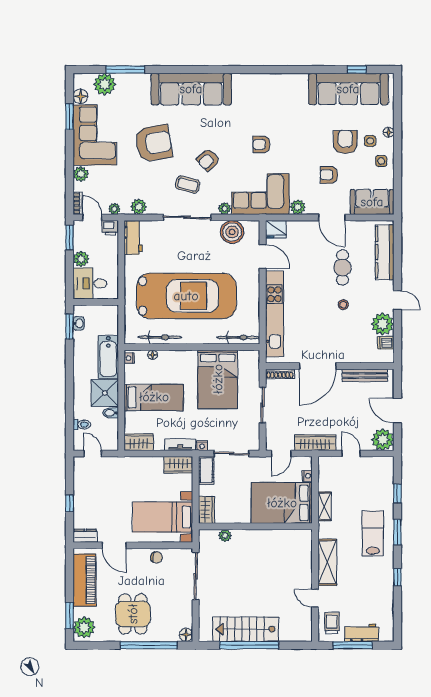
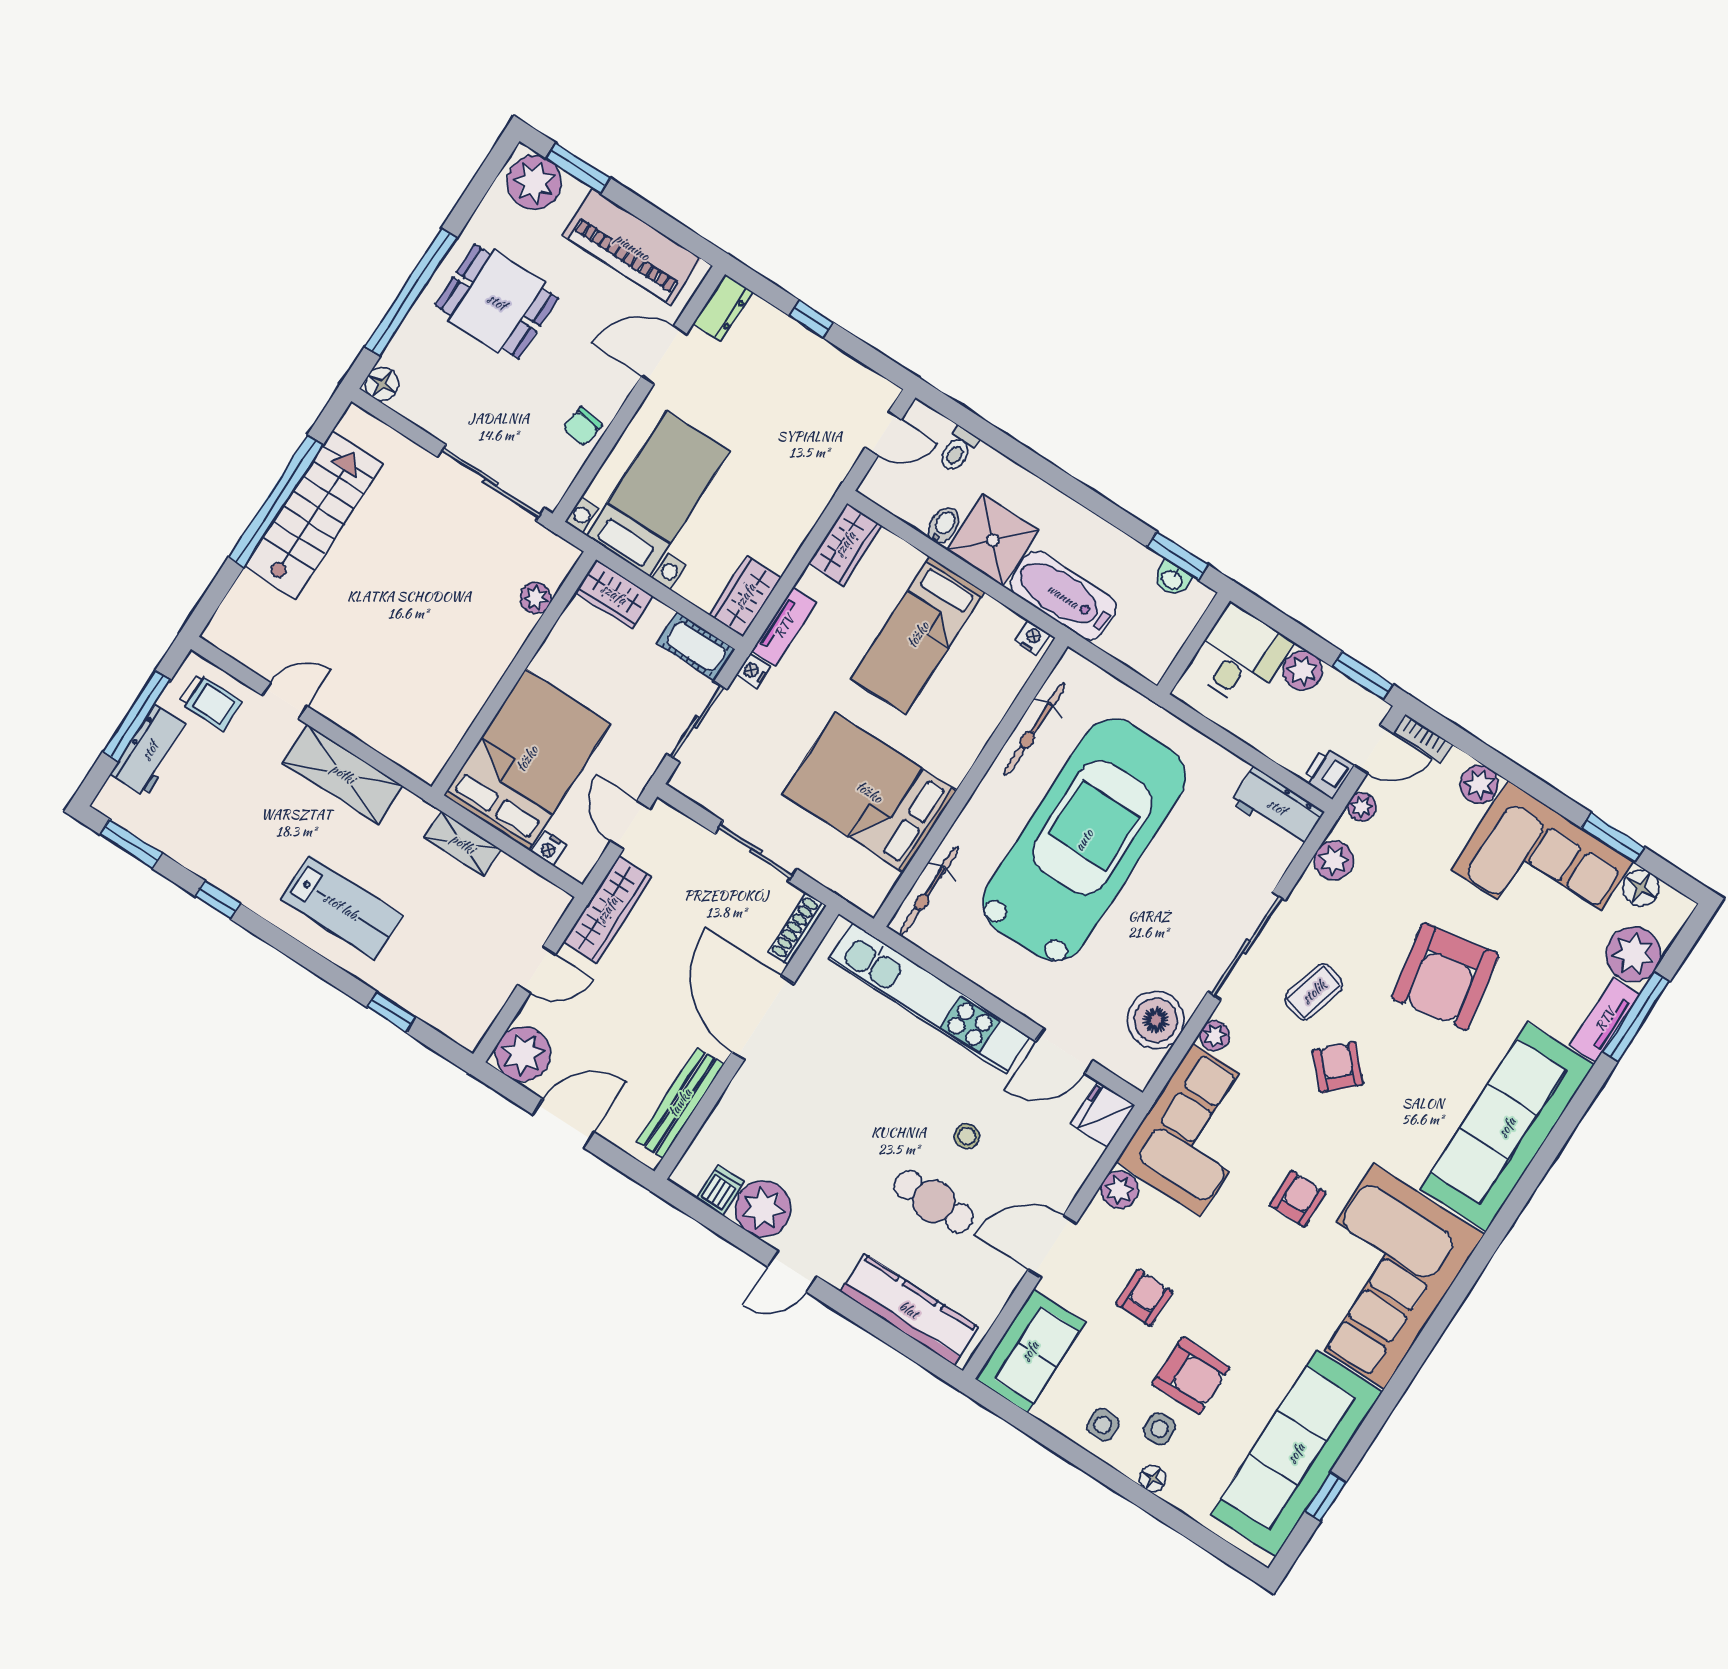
tv unit: (133, 79) -> (1605, 1020), added
corner sofa: (270, 100) -> (1379, 1276), added
car: (186, 296) -> (1084, 840), turned 180
stool: (343, 305) -> (967, 1136), moved
floor lamp: (153, 355) -> (1008, 690), removed
window: (397, 532) -> (131, 844), moved

